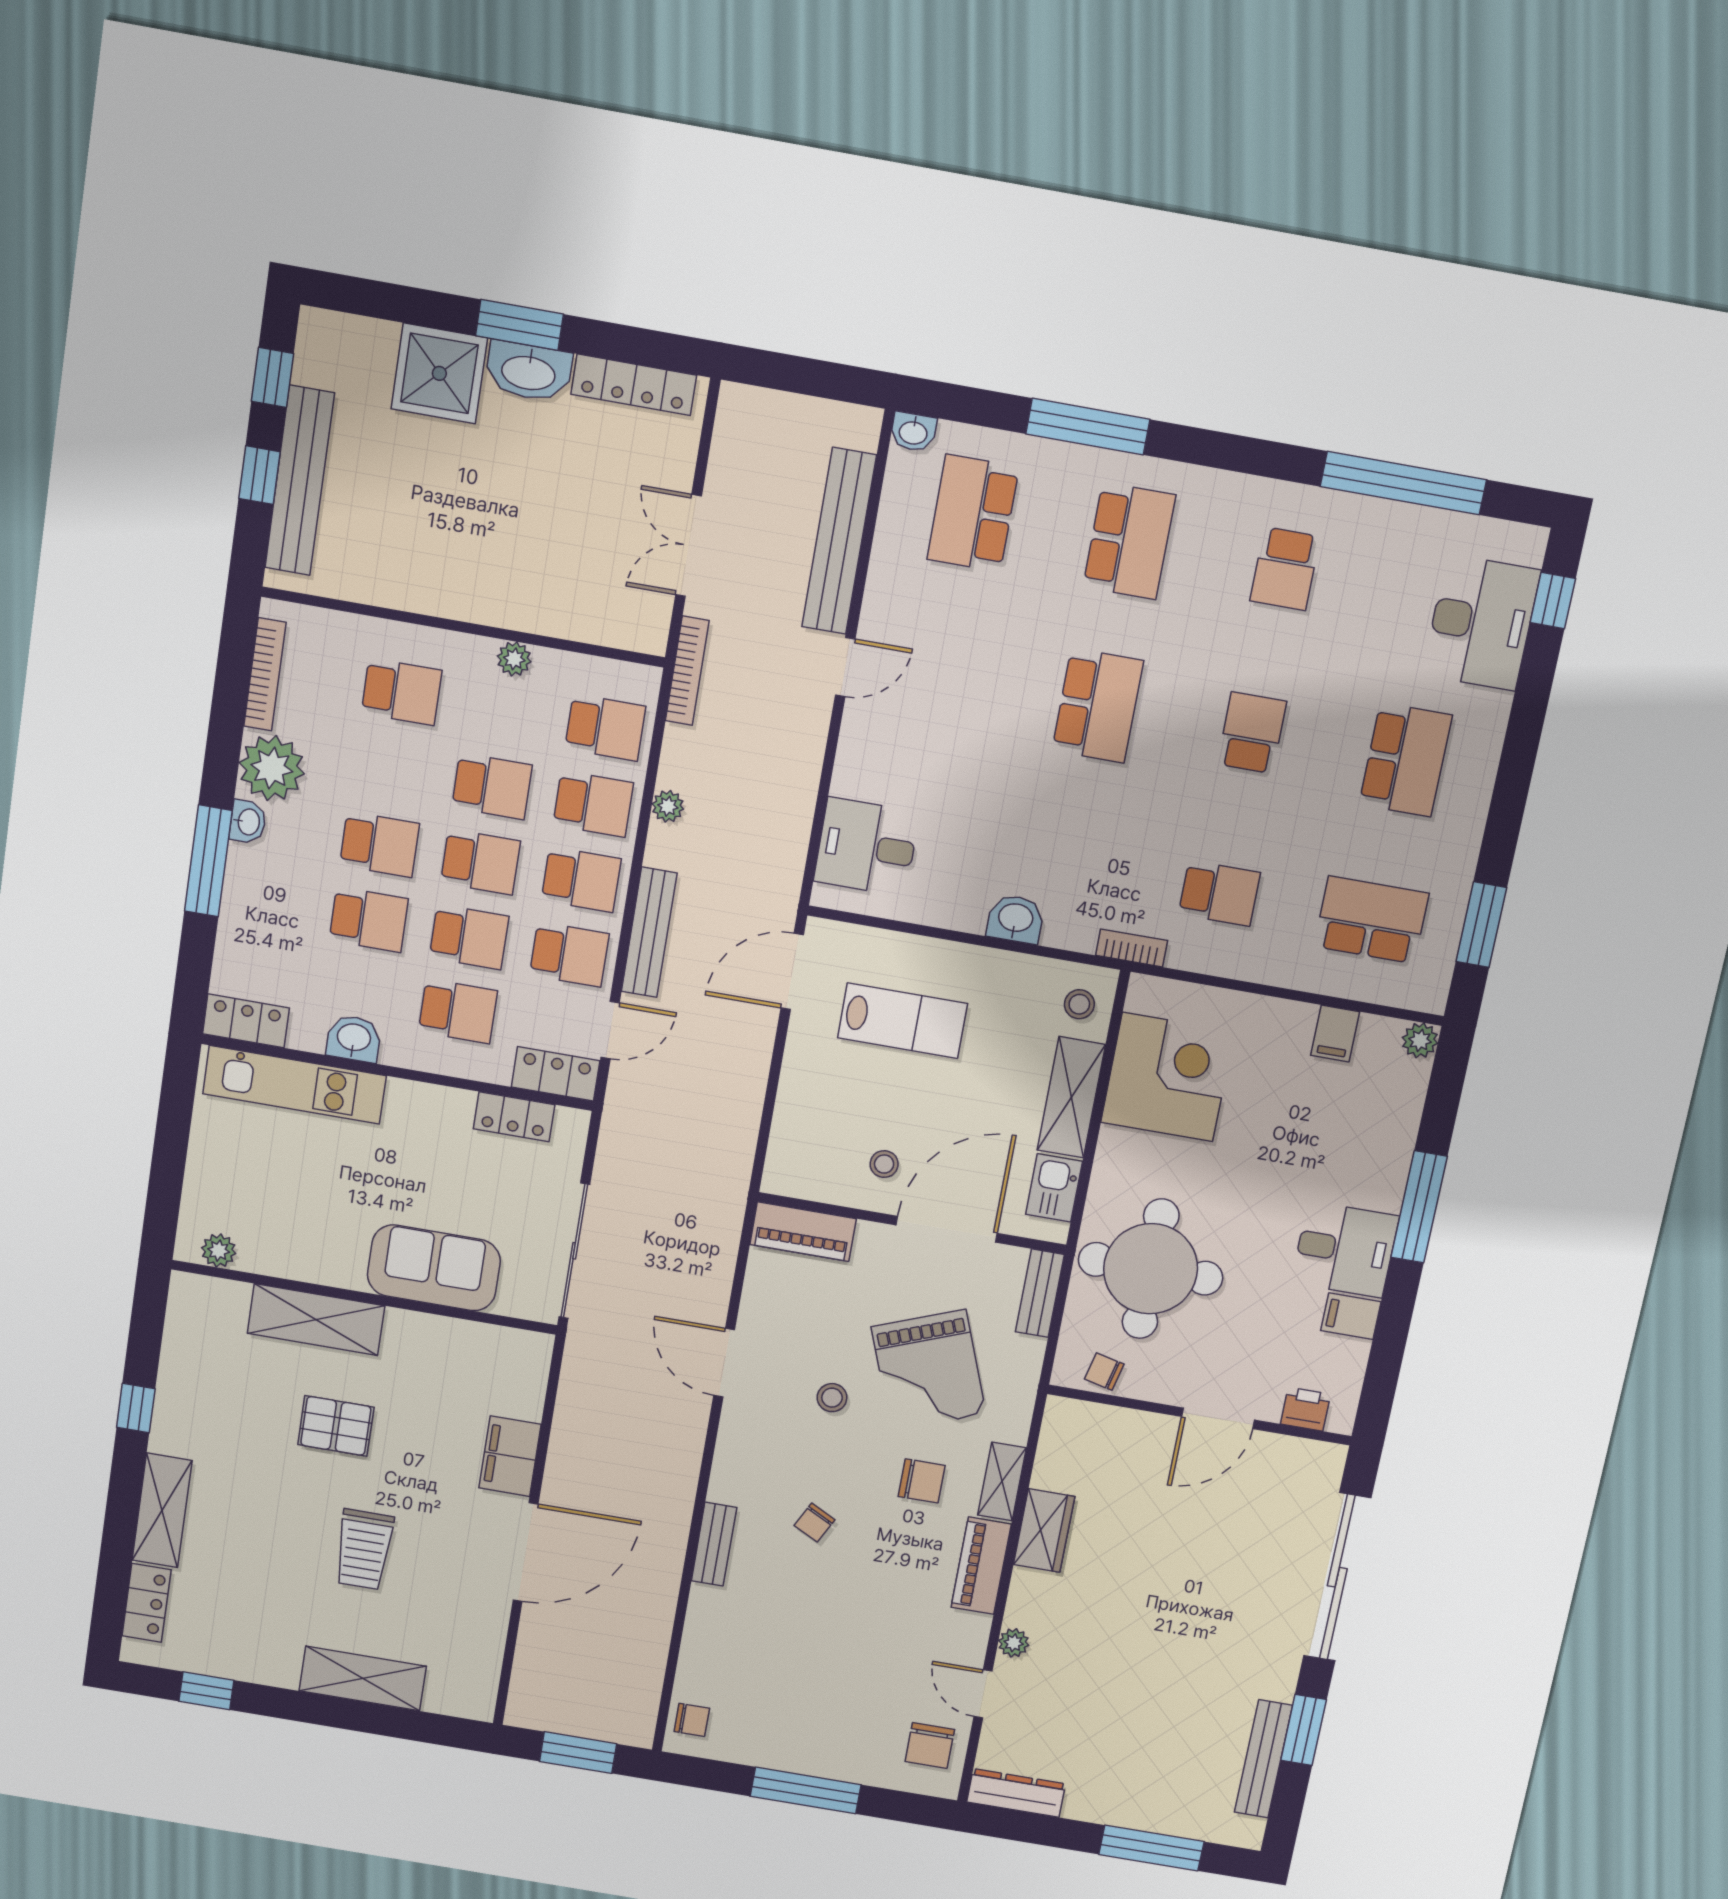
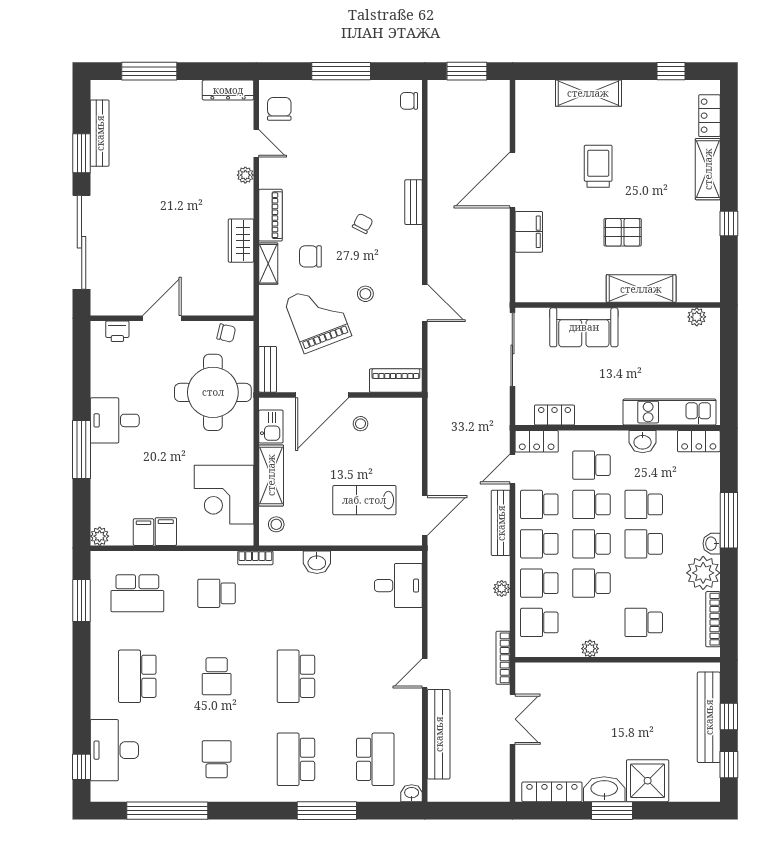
filing cabinet: (1351, 1316) -> (166, 532), moved, turned -90

